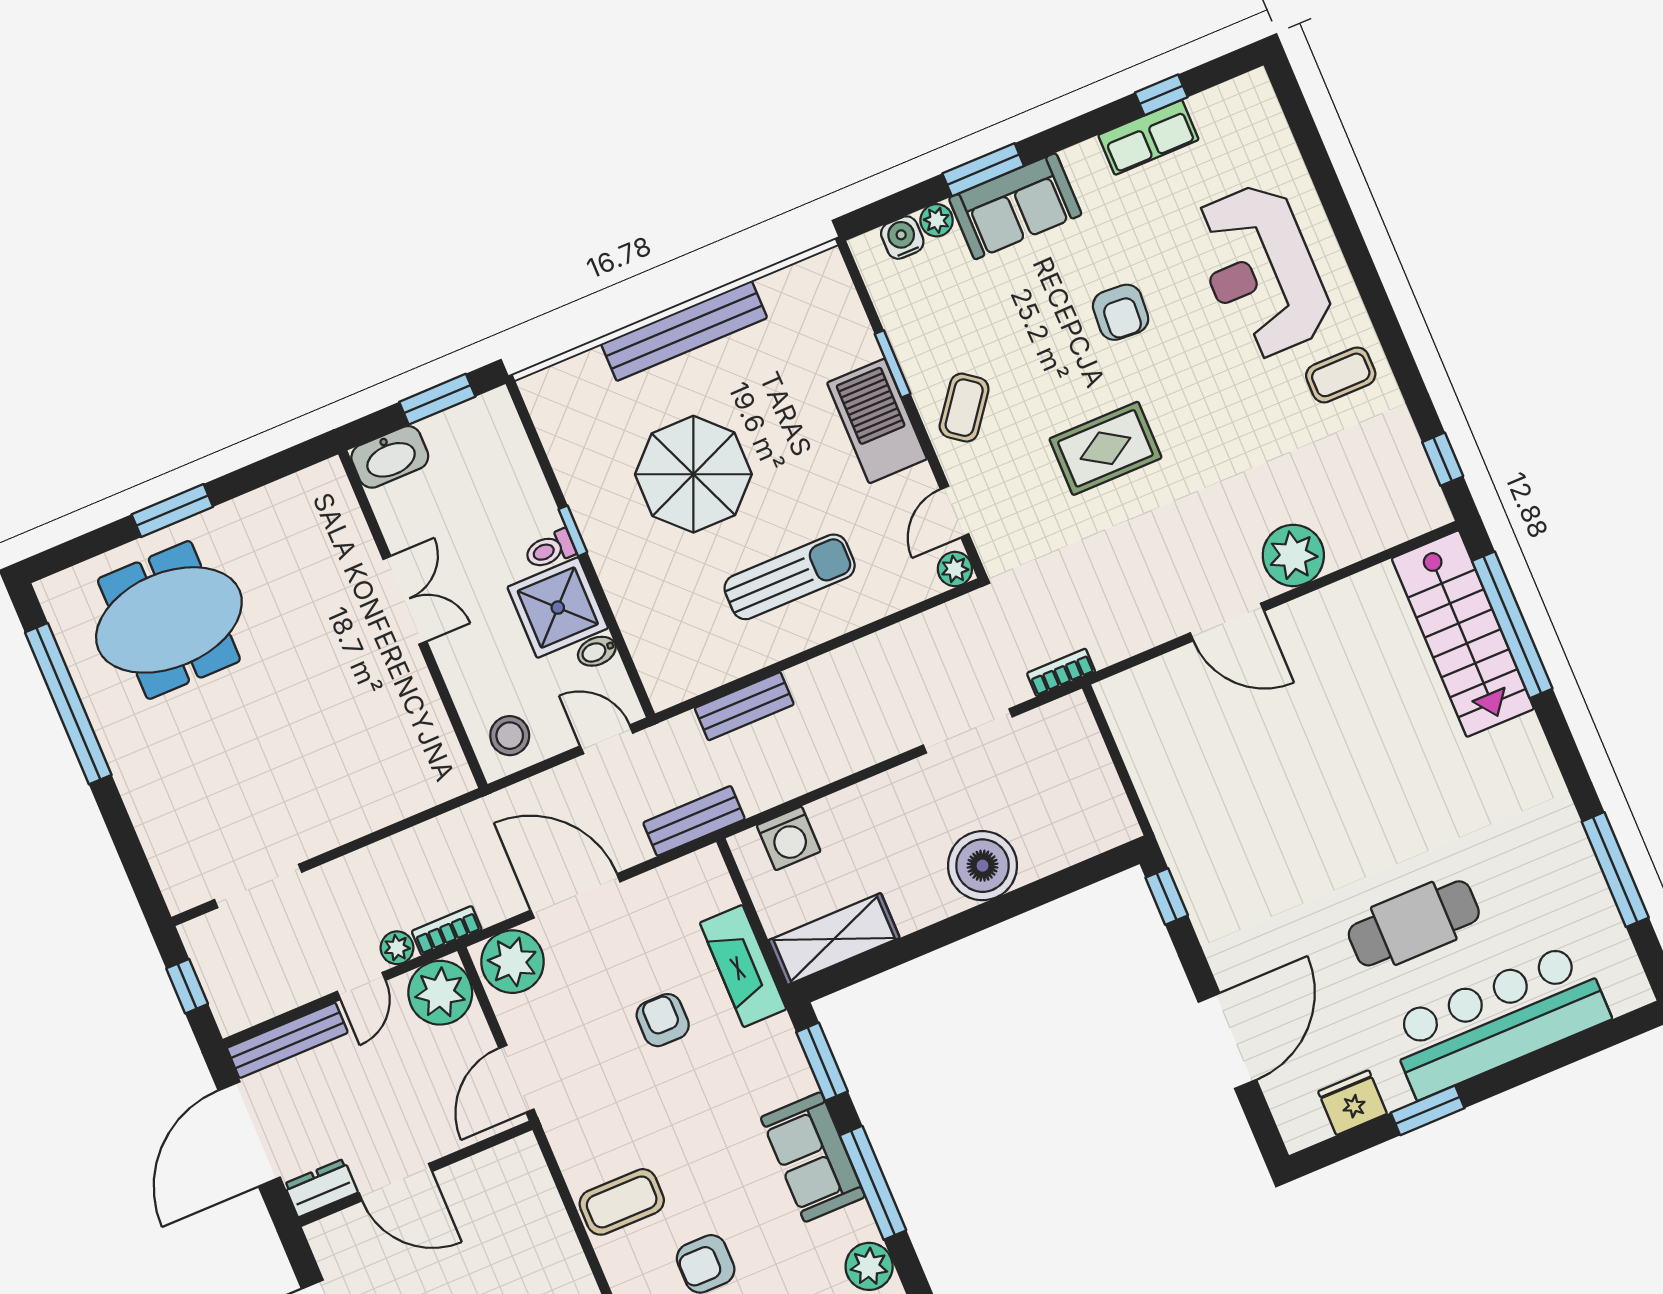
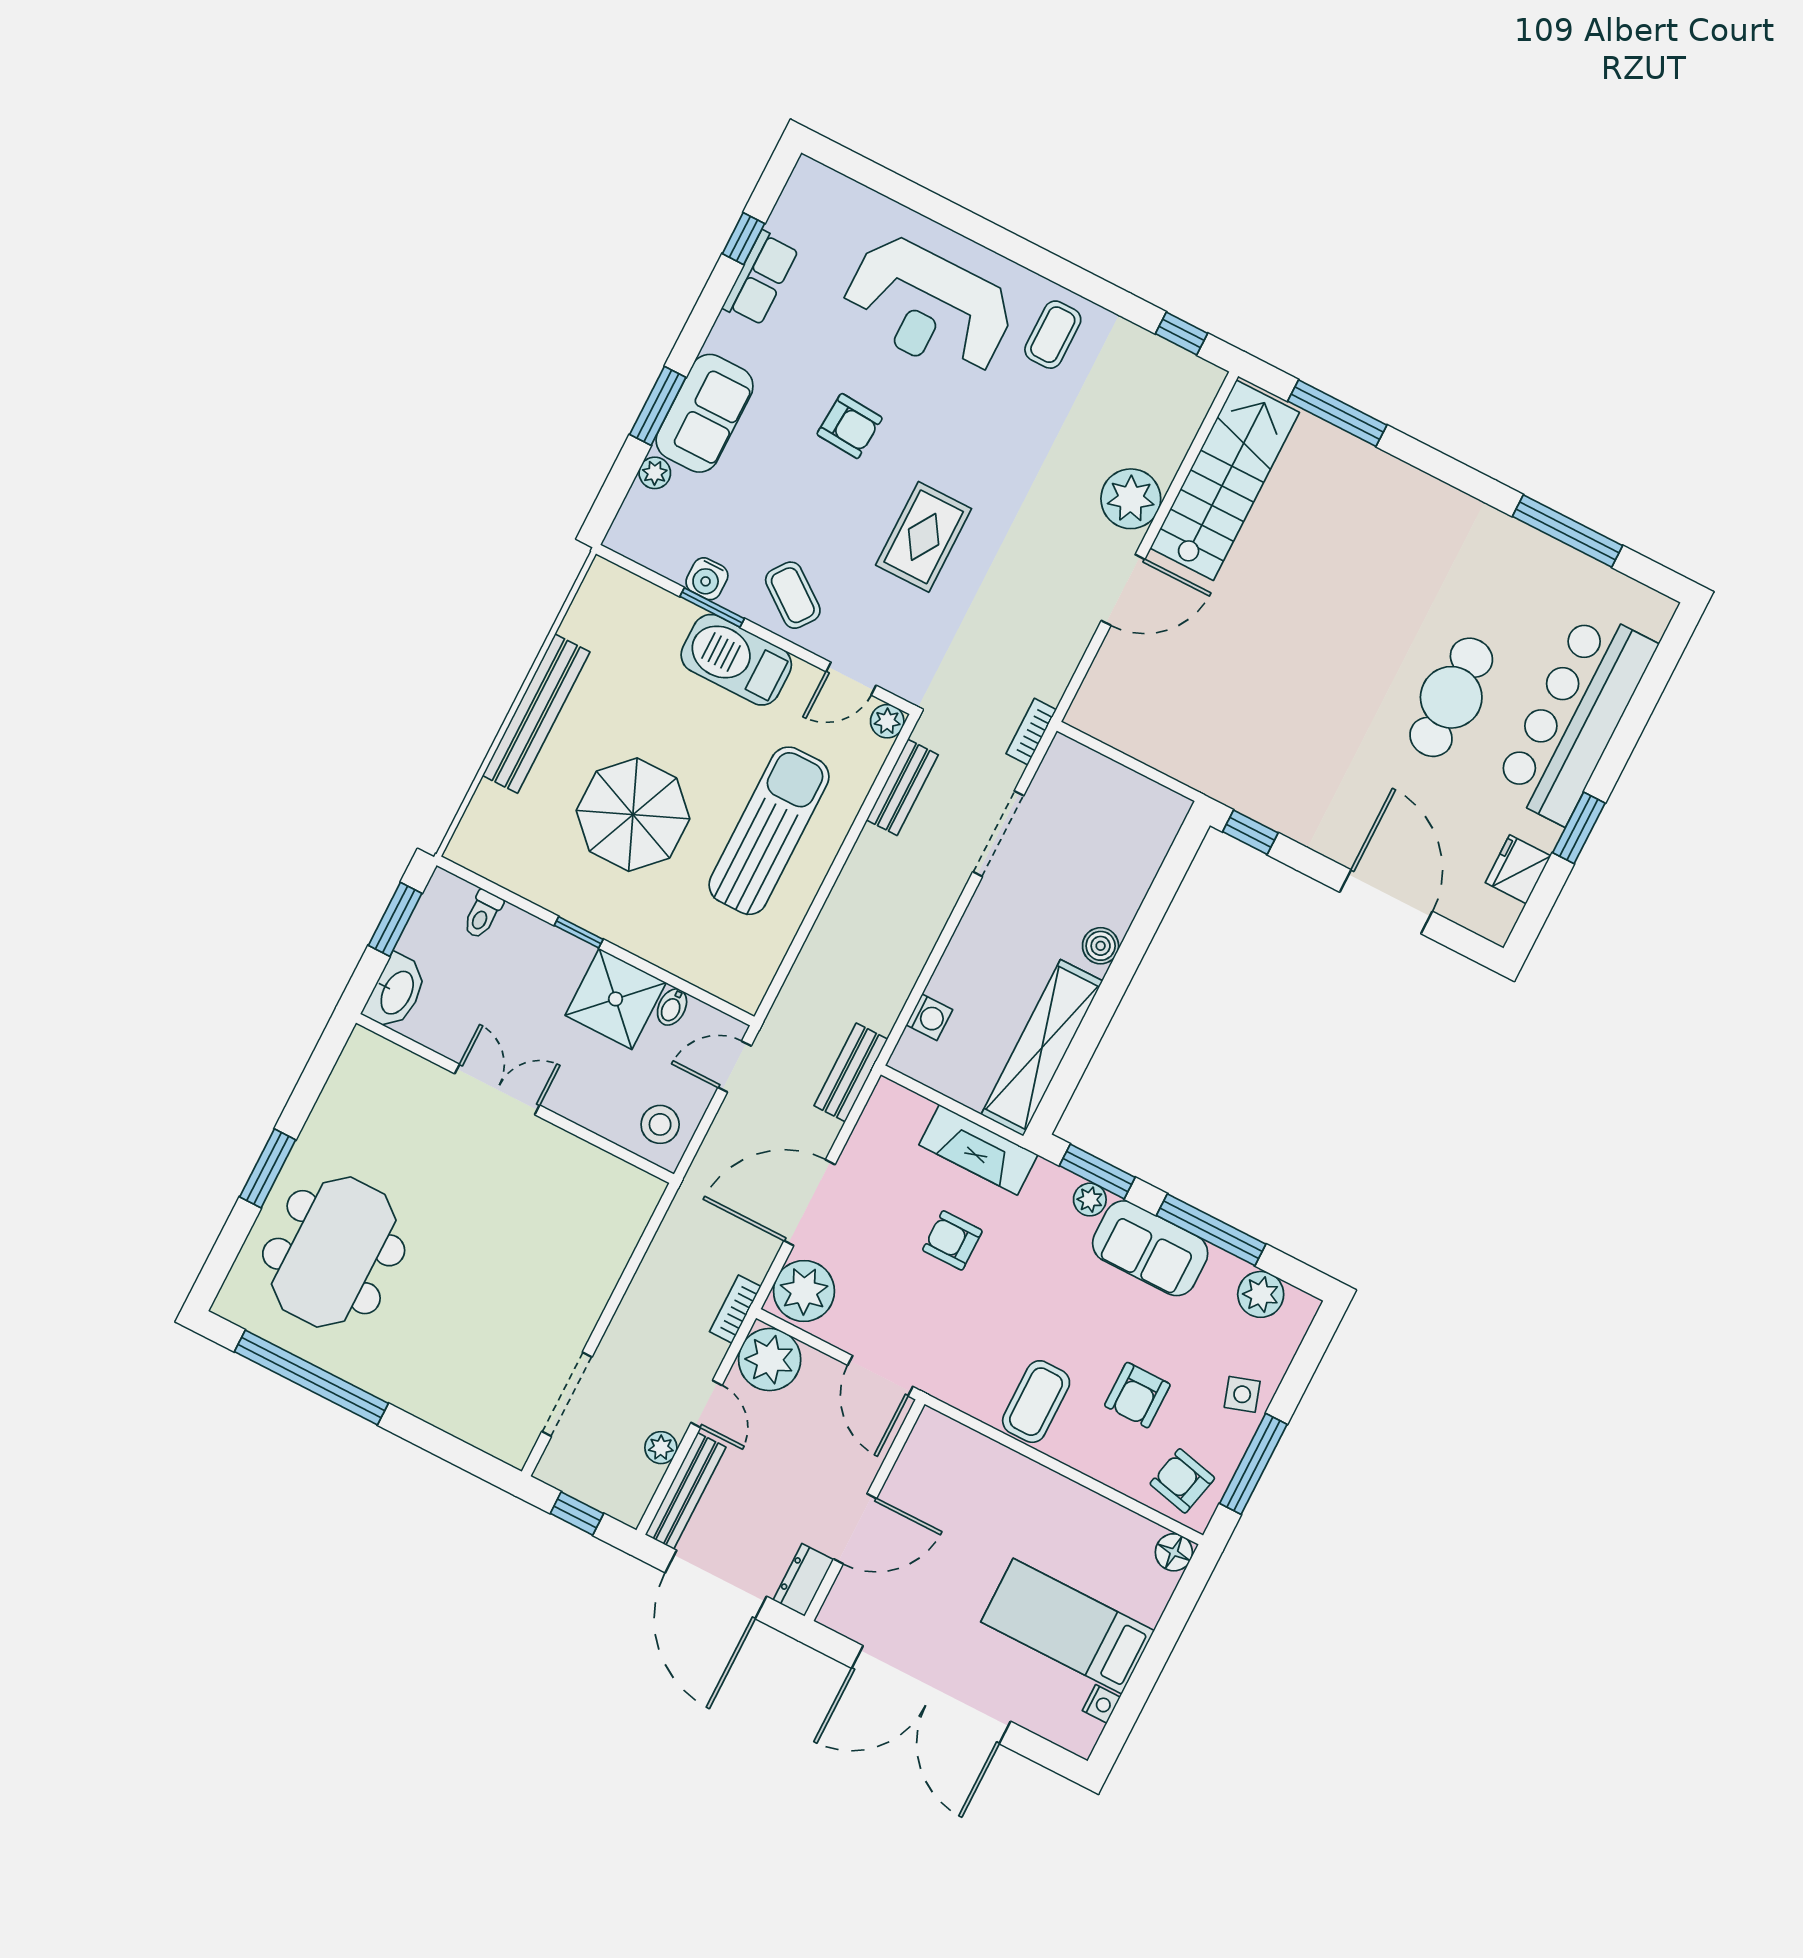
water cooler: (902, 238) -> (707, 579), moved, turned -90
door: (955, 512) -> (851, 679), hinge flipped
toilet: (550, 550) -> (483, 914), moved
sun lounger: (790, 577) -> (769, 831), width x1.36, depth x1.34
window: (1512, 625) -> (1337, 413), width x0.68
stairs: (1463, 634) -> (1225, 480), moved, turned -90
bench: (744, 706) -> (902, 787), moved
washing machine: (789, 838) -> (929, 1017), width x0.73, depth x0.73
boiler: (982, 866) -> (1101, 946), width x0.54, depth x0.54
shelving: (834, 939) -> (1042, 1048), width x1.47
plant: (397, 948) -> (661, 1448), moved
plant: (798, 1079) -> (1090, 1200), added

